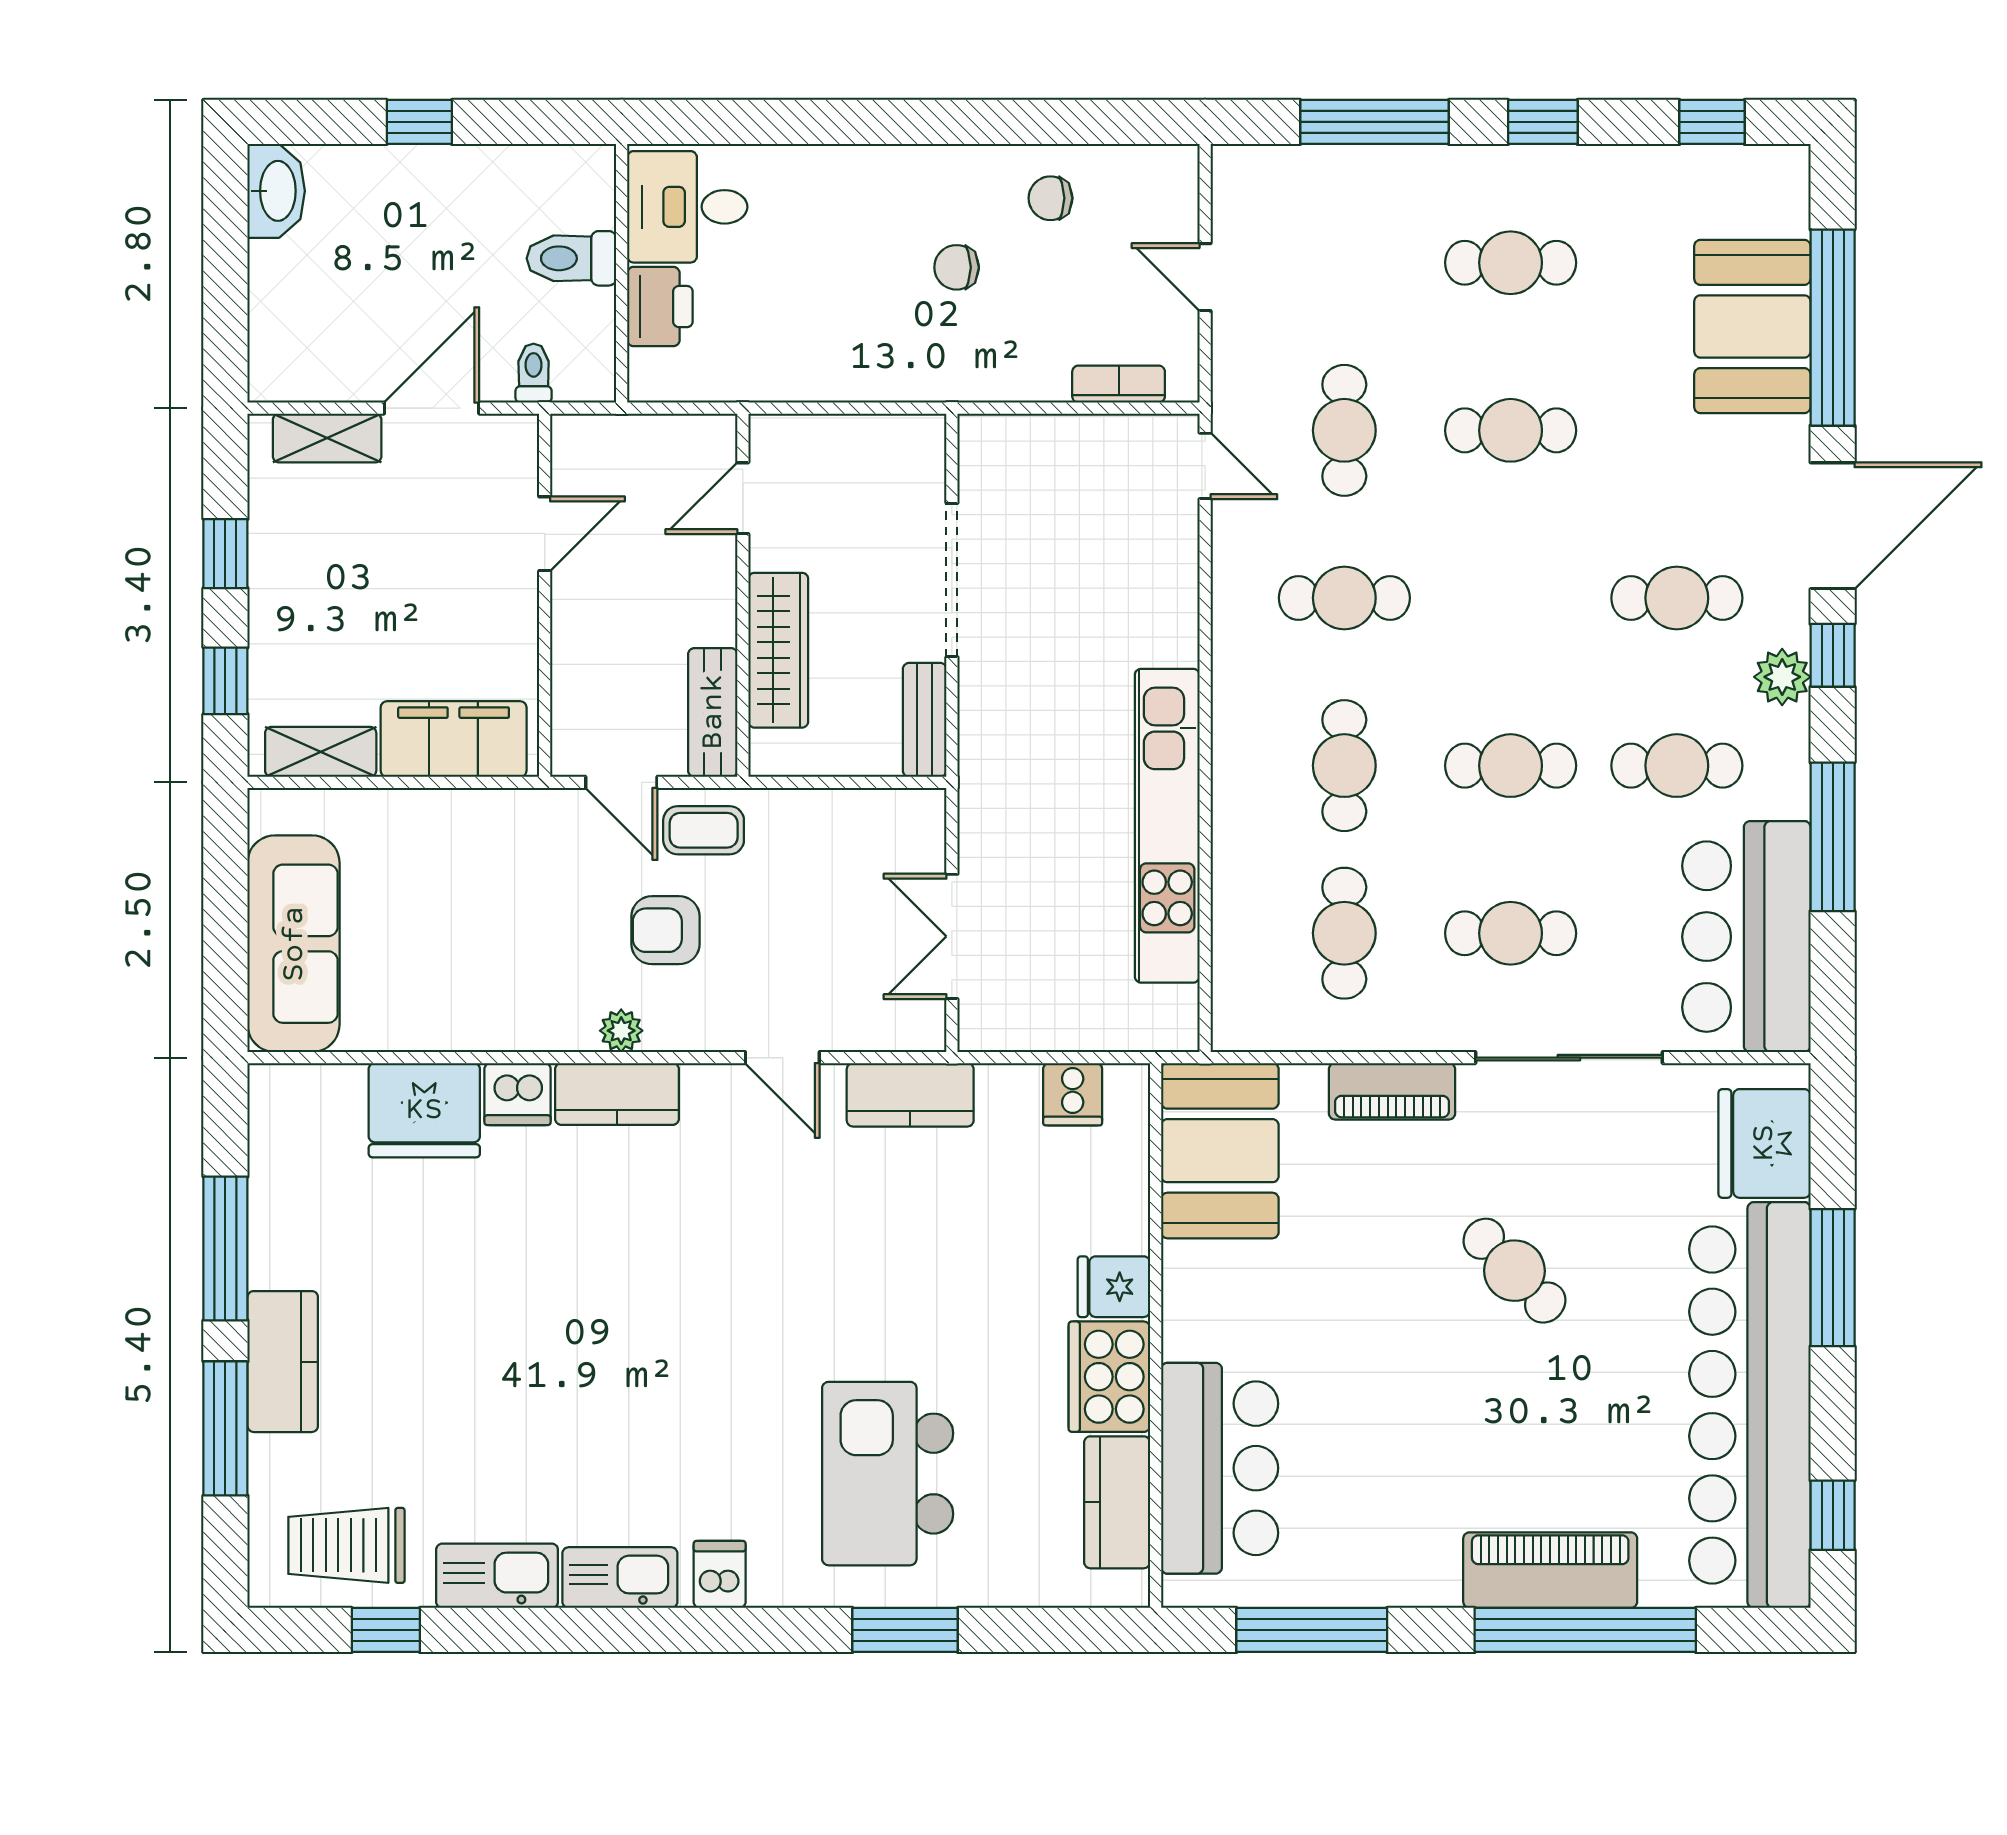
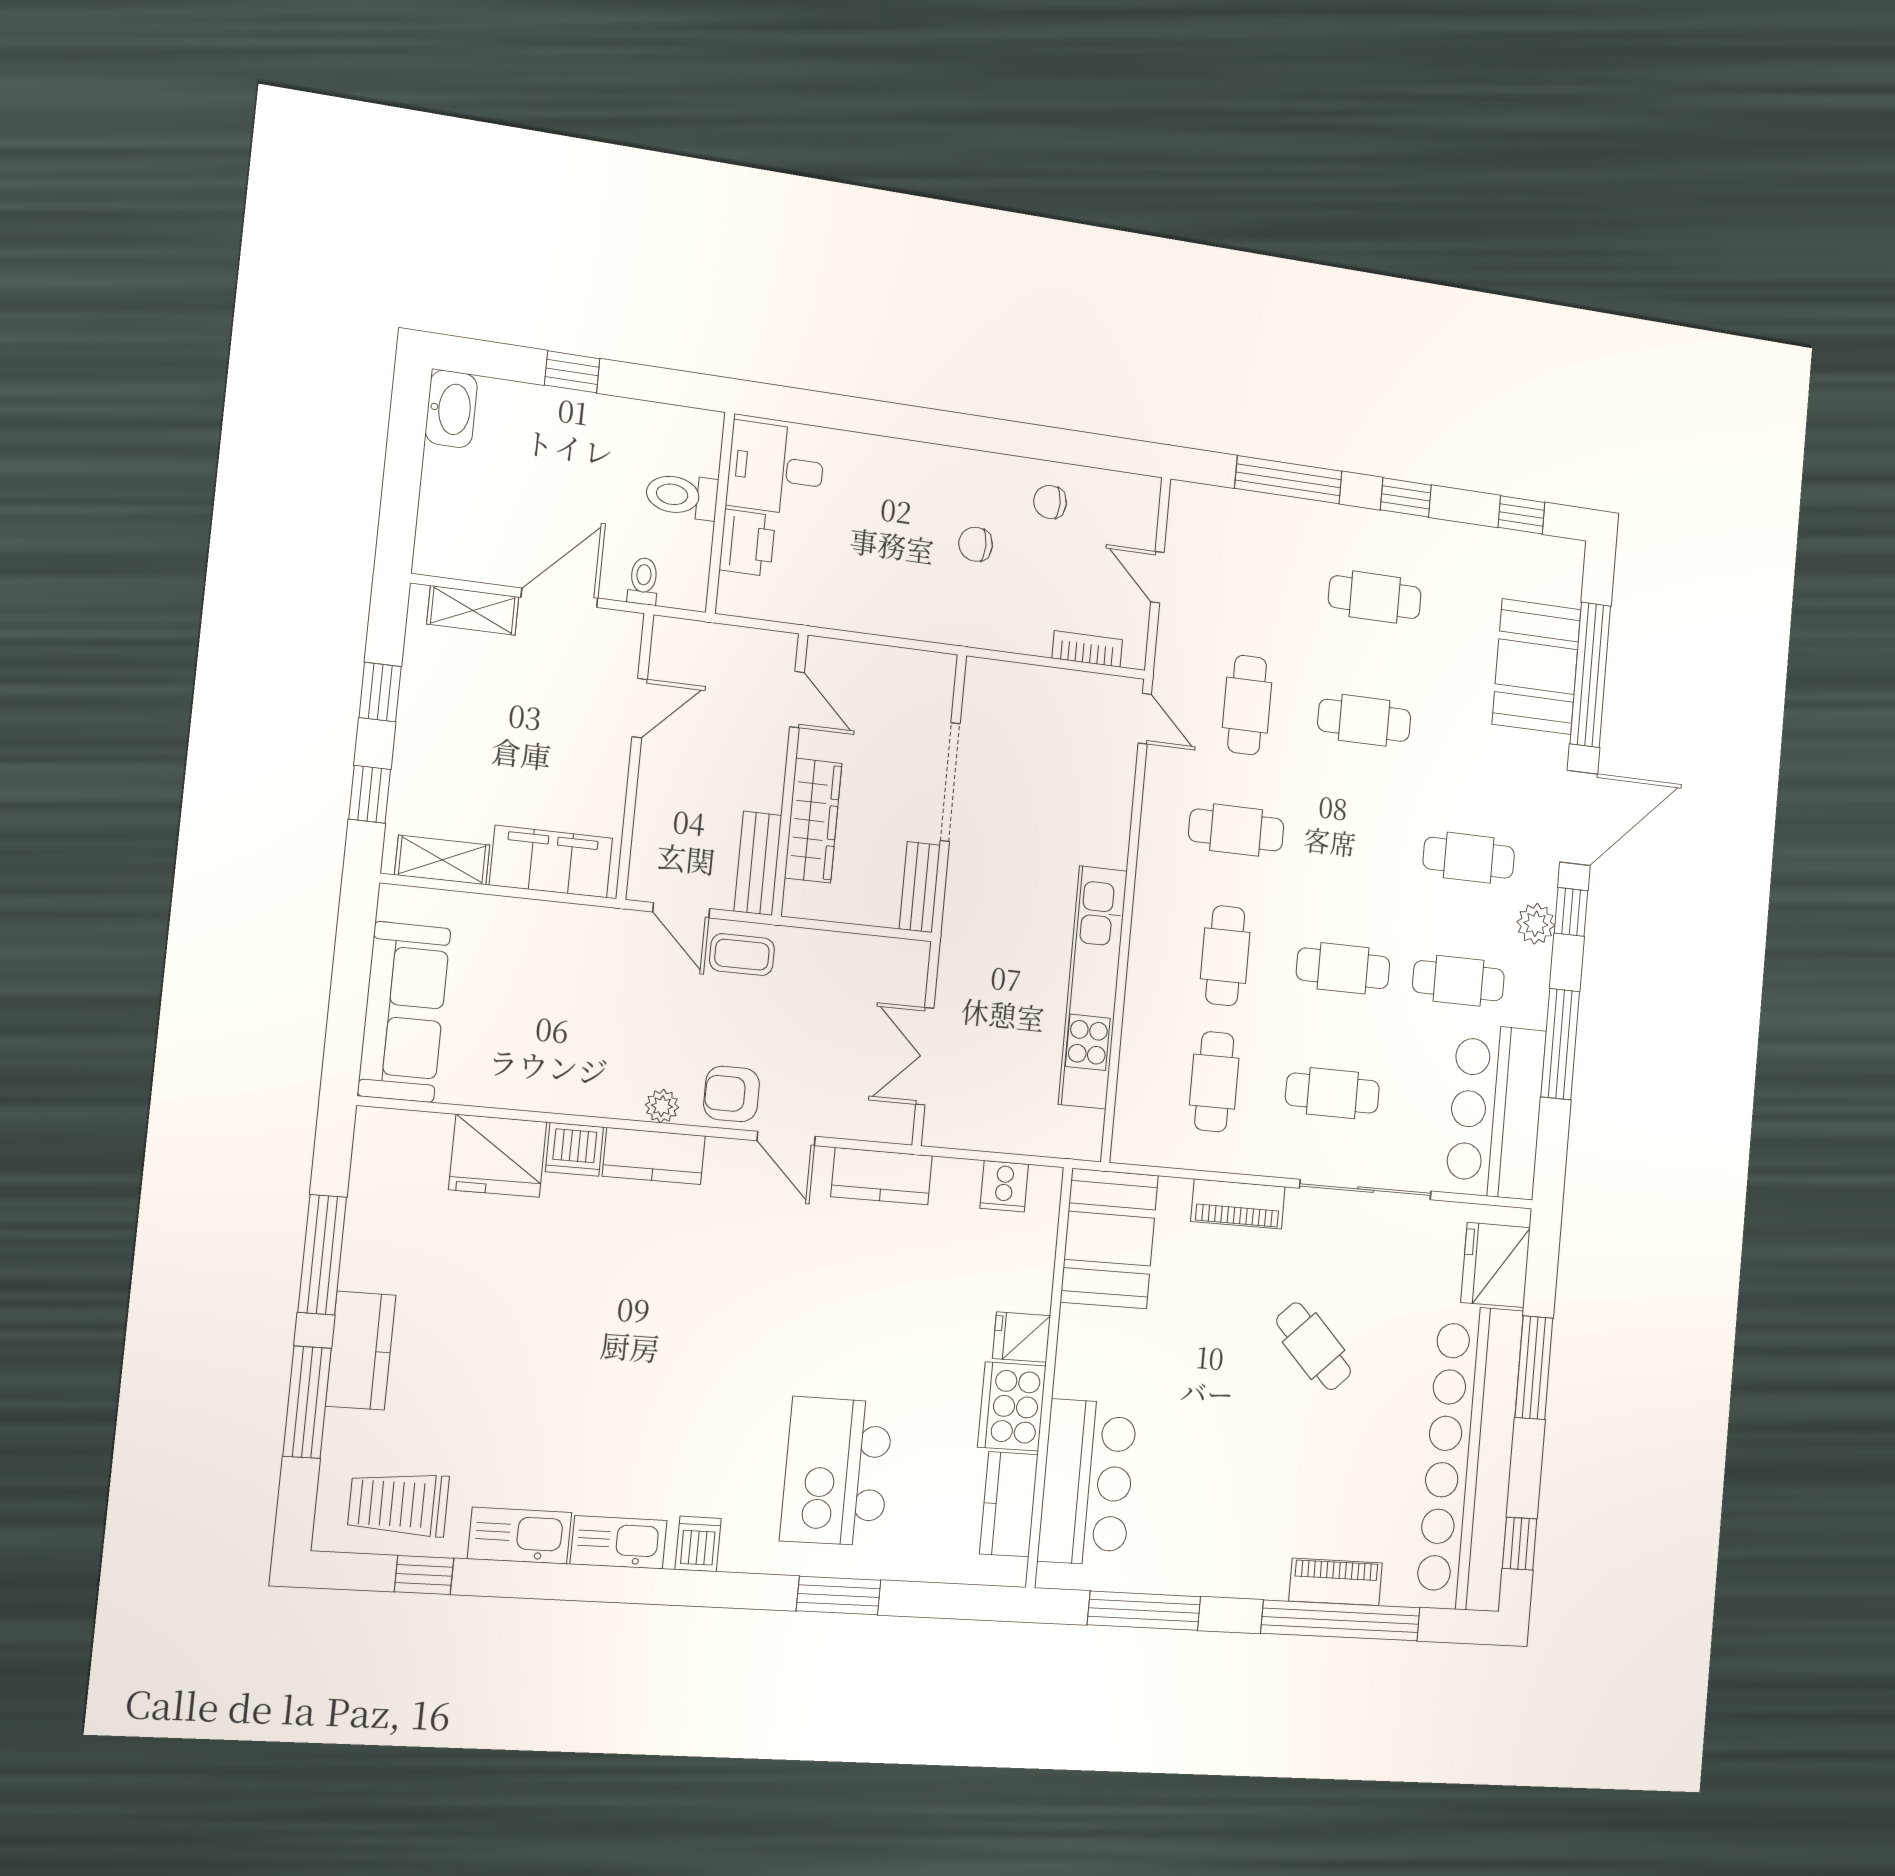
door: (743, 498) -> (797, 700), swing flipped
armchair: (665, 930) -> (731, 1094), moved
piano: (1550, 1570) -> (1336, 1582), width x0.73, depth x0.75

